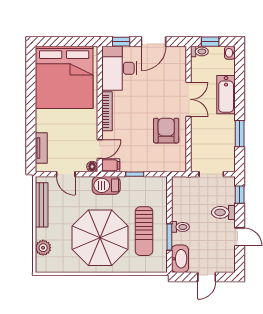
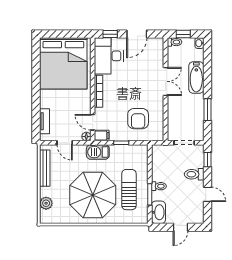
armchair: (166, 131) -> (138, 119), moved, turned 180
door: (100, 149) -> (93, 122), swing flipped
sun lounger: (144, 231) -> (129, 190), turned 180

